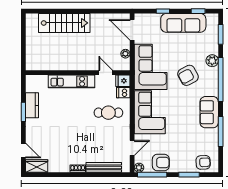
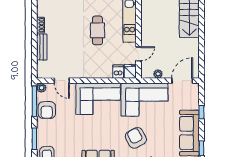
cafe table: (108, 113) -> (98, 30), moved
bench: (104, 167) -> (42, 47), width x0.73

